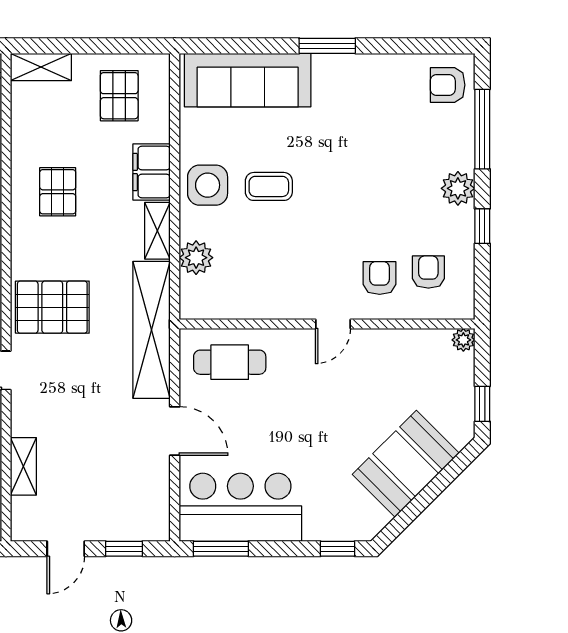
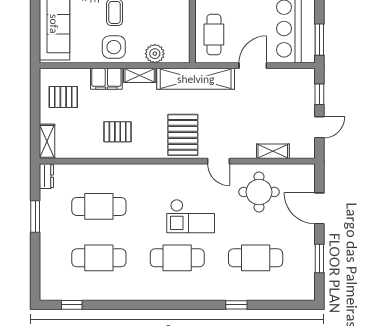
door: (66, 549) -> (319, 127), hinge flipped

